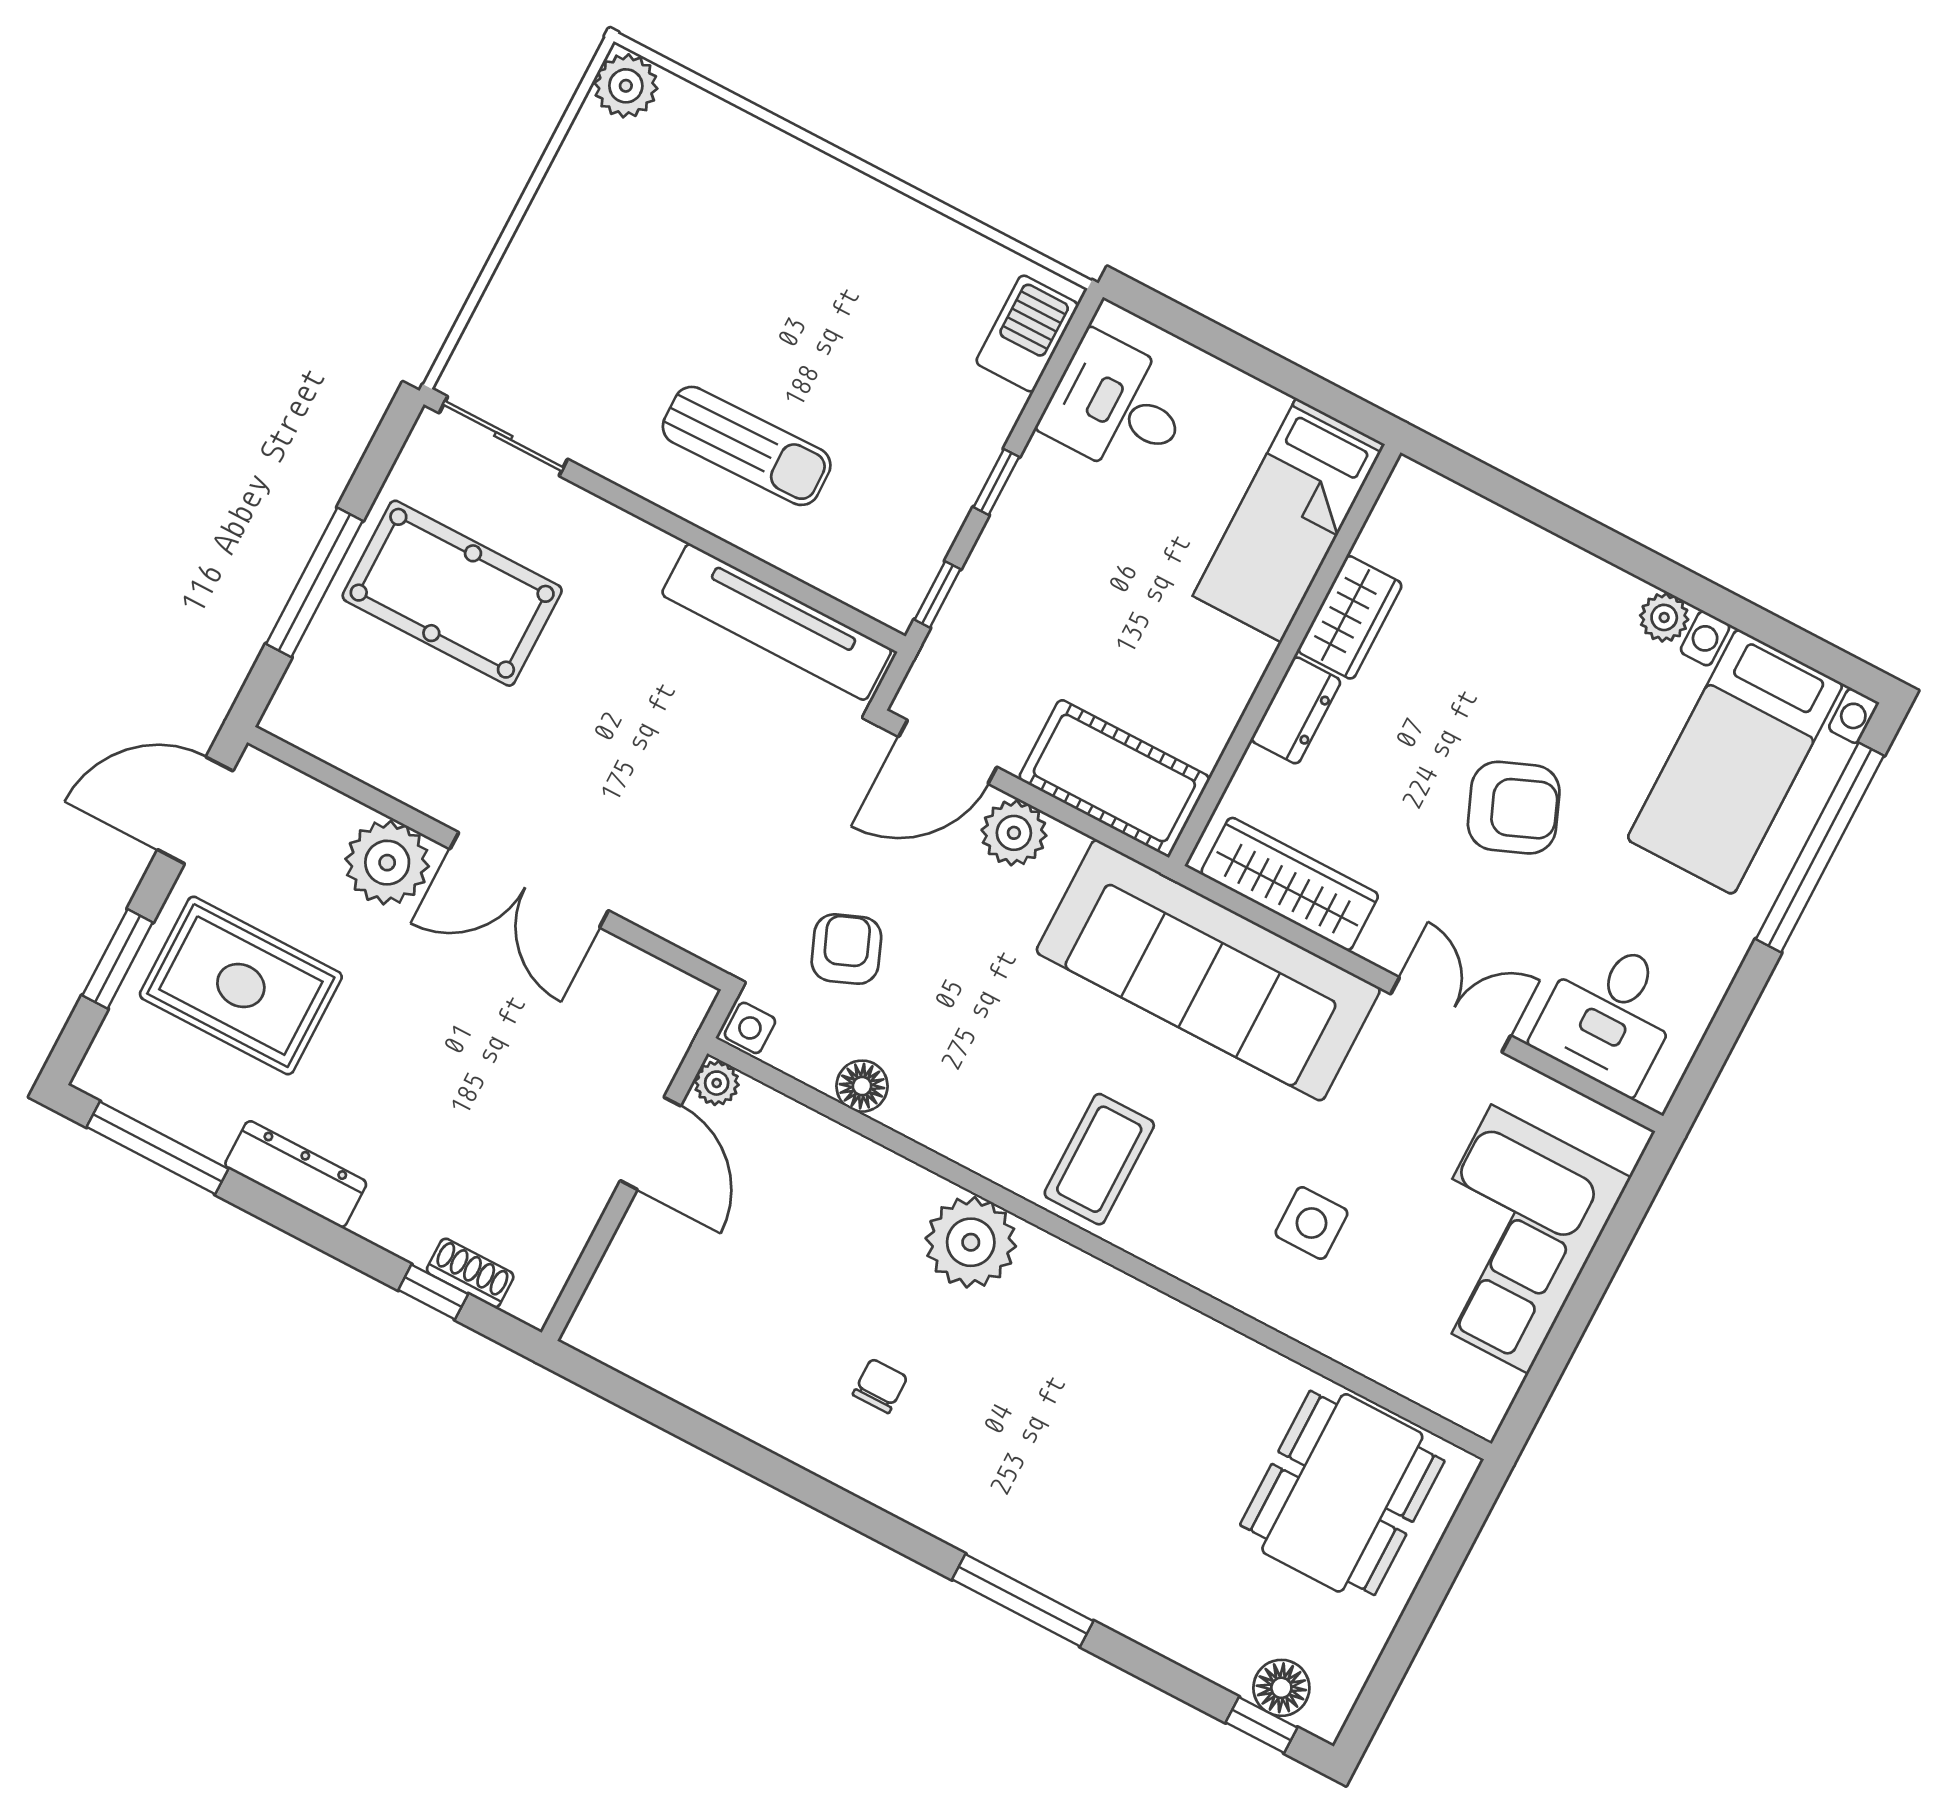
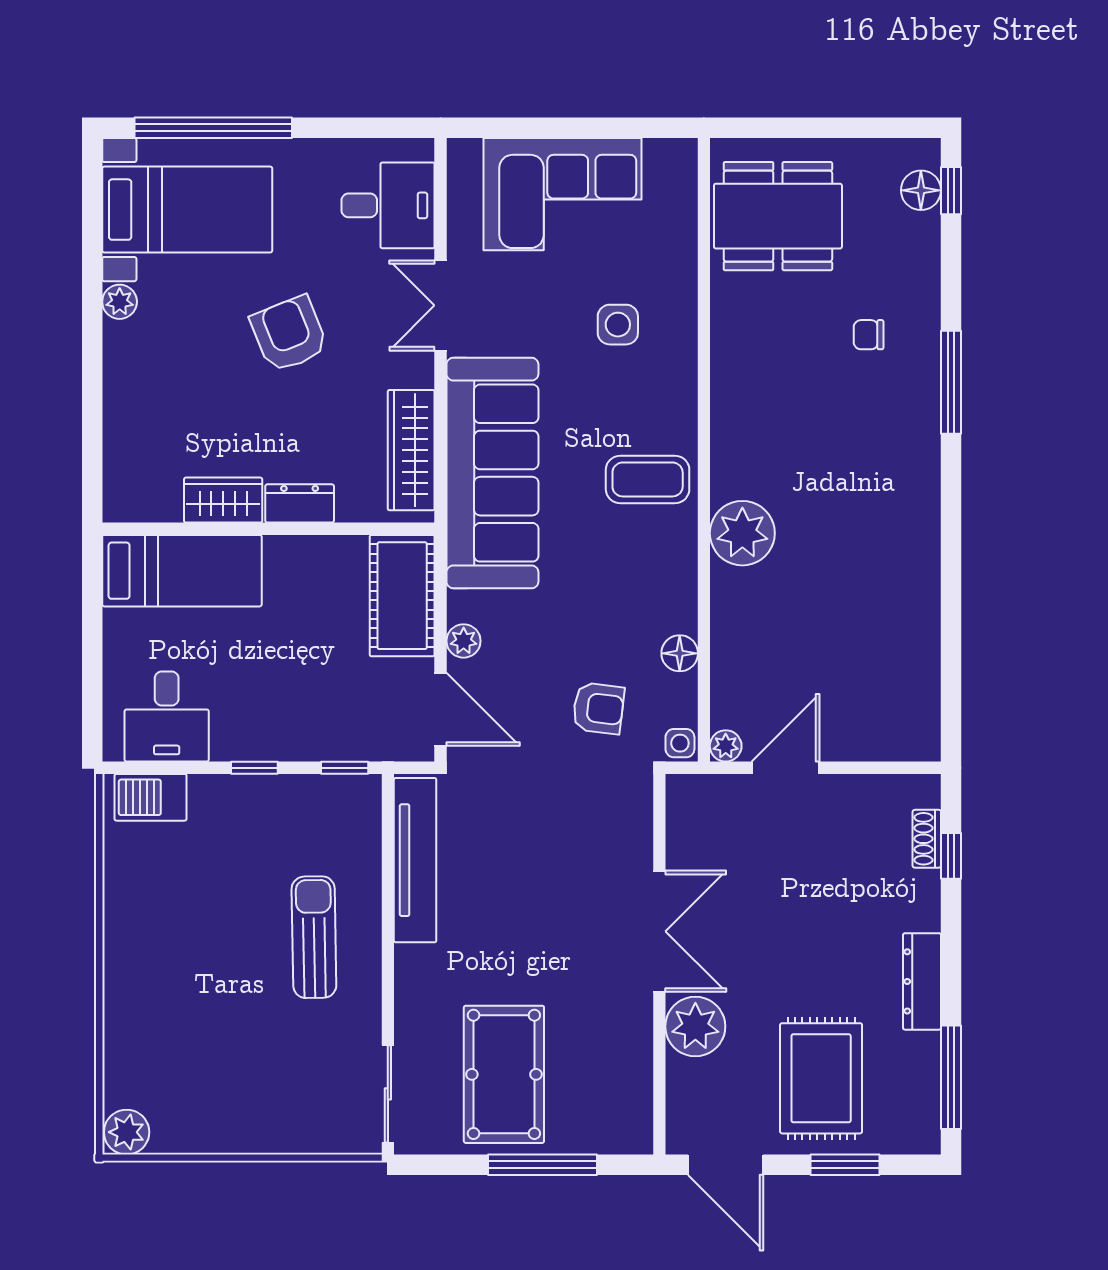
plant: (1014, 833) -> (464, 641), width x0.73, depth x0.73
armchair: (846, 949) -> (598, 708), turned -151
chair: (880, 1386) -> (869, 335), moved

